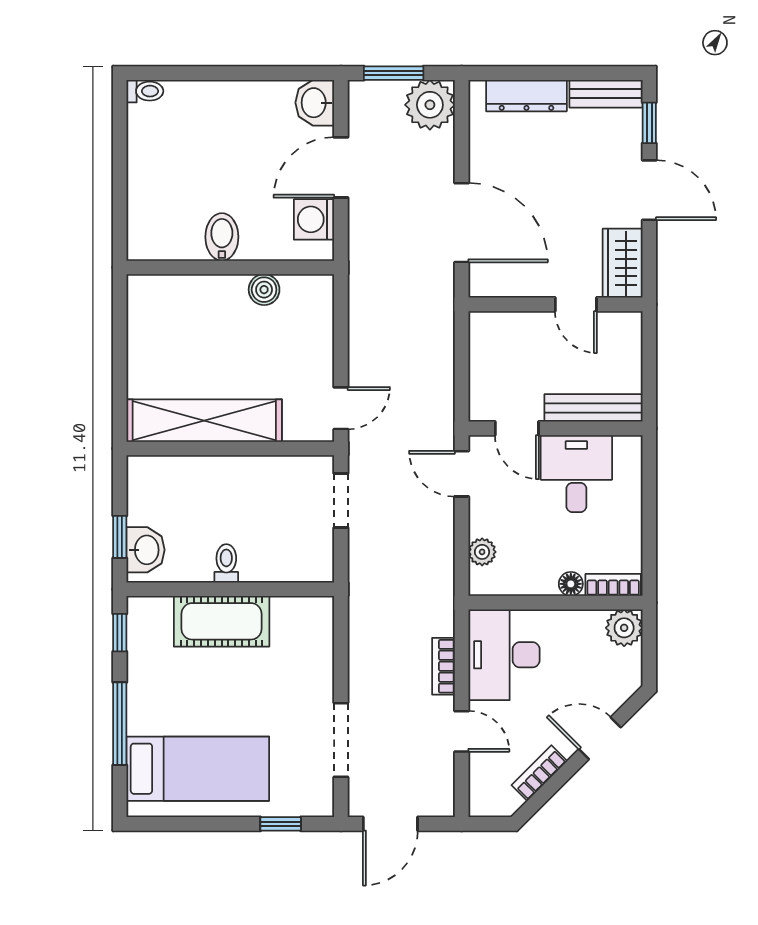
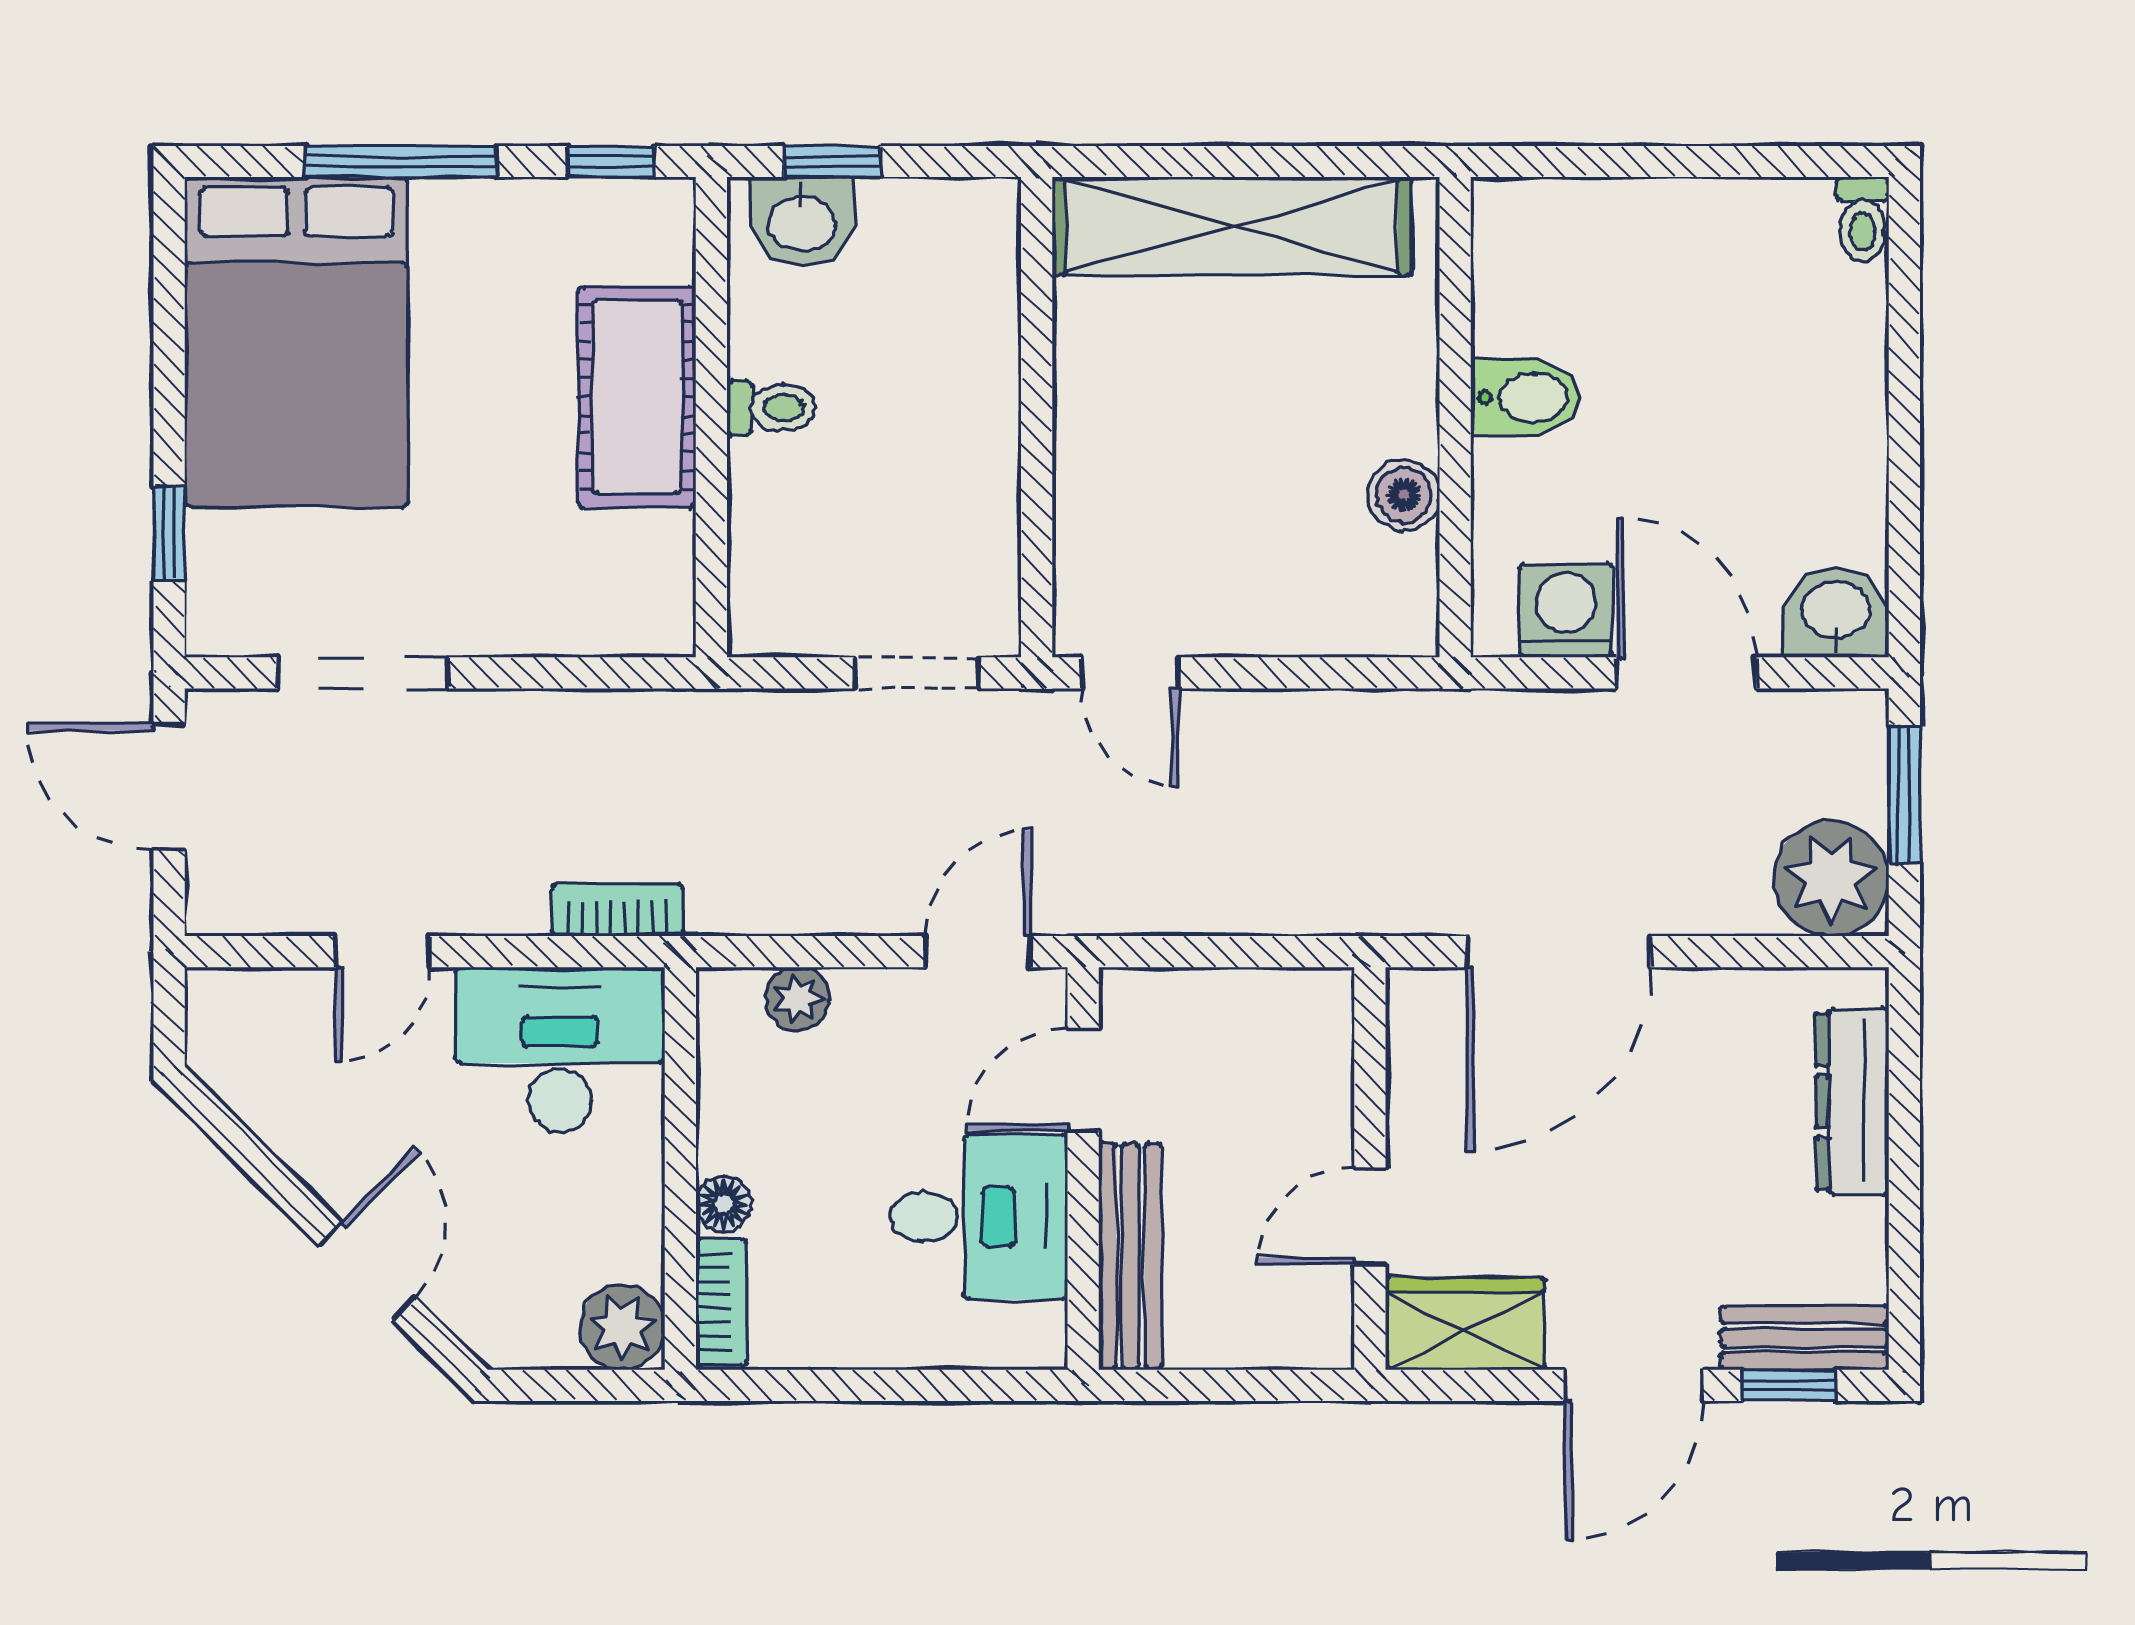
bench: (606, 94) -> (1804, 1338), moved, turned 90
shelving: (204, 421) -> (1232, 226), moved, turned 90
bookcase: (443, 666) -> (618, 910), moved
bed: (198, 769) -> (297, 342), width x1.50
bookcase: (539, 773) -> (286, 1131), removed

